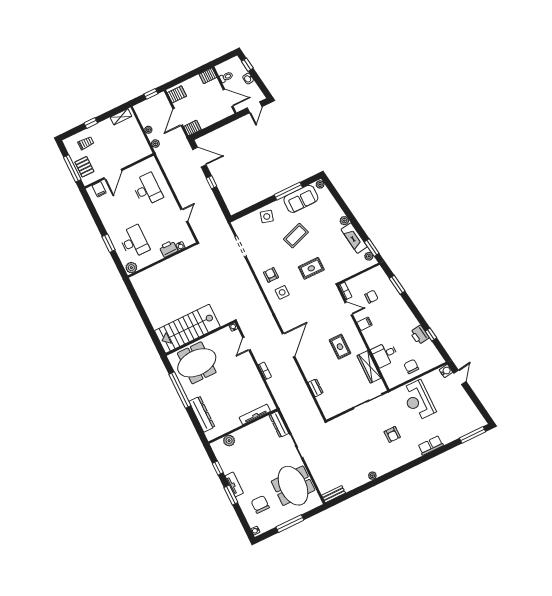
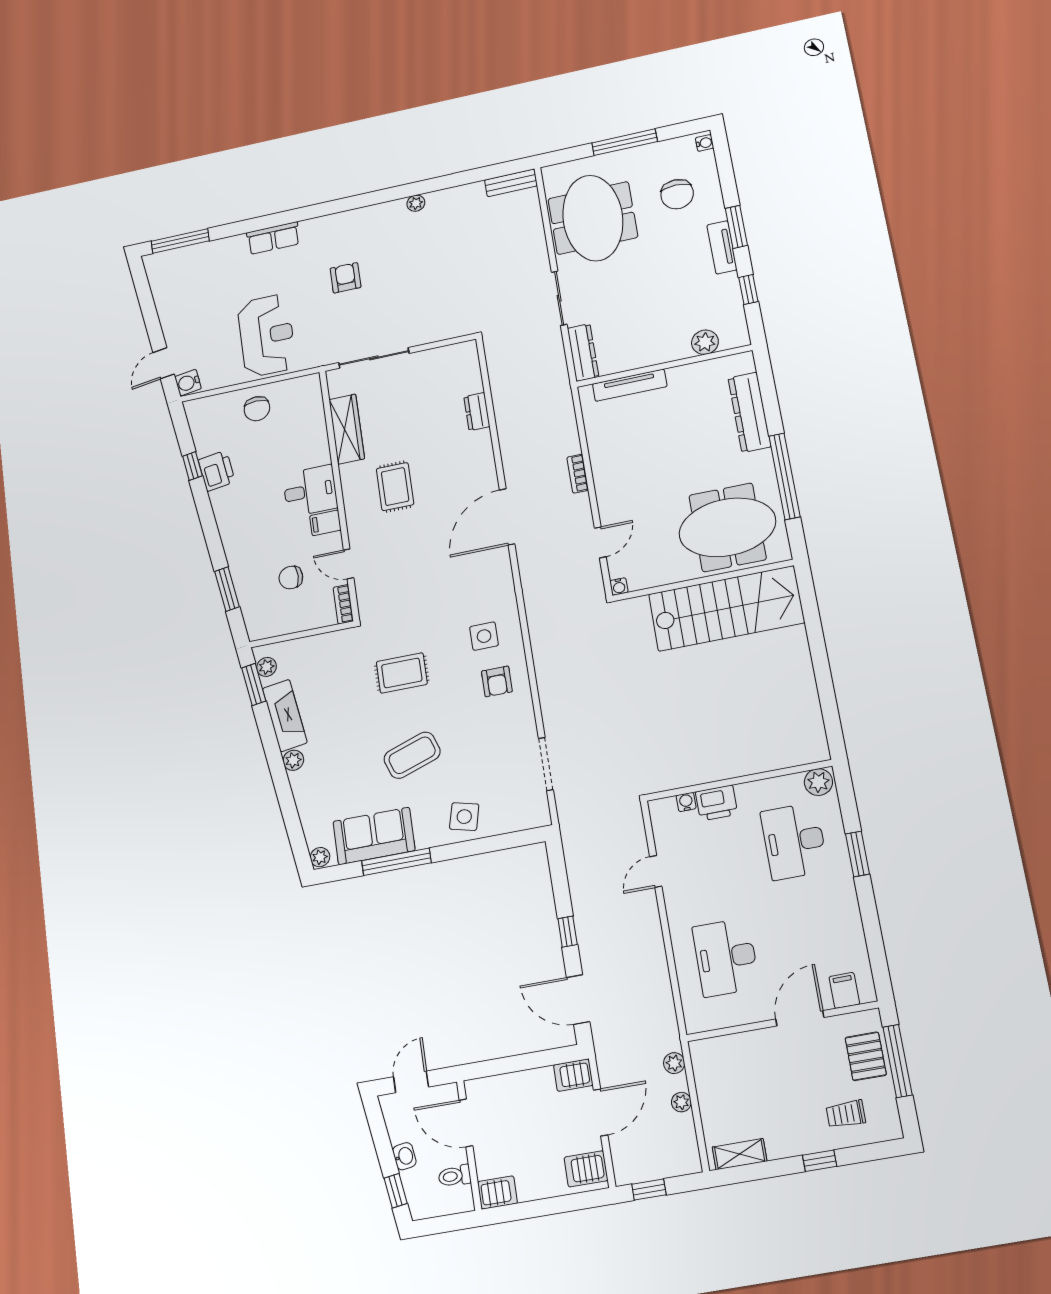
desk: (385, 354) -> (310, 491), moved

